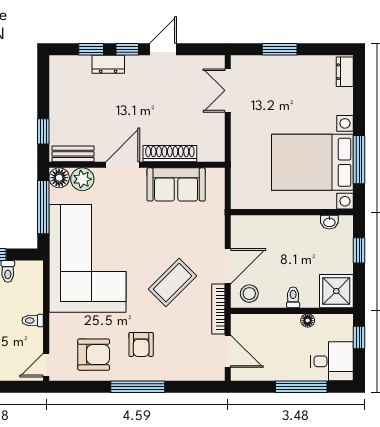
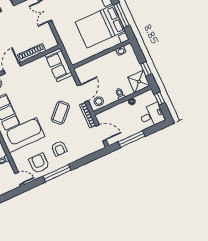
sofa: (176, 184) -> (59, 65), moved, turned 90
window: (359, 250) -> (146, 69), moved
armchair: (94, 355) -> (39, 163), turned -90
door: (46, 365) -> (19, 178), swing flipped
window: (138, 387) -> (57, 173), moved
window: (301, 387) -> (132, 139), moved

